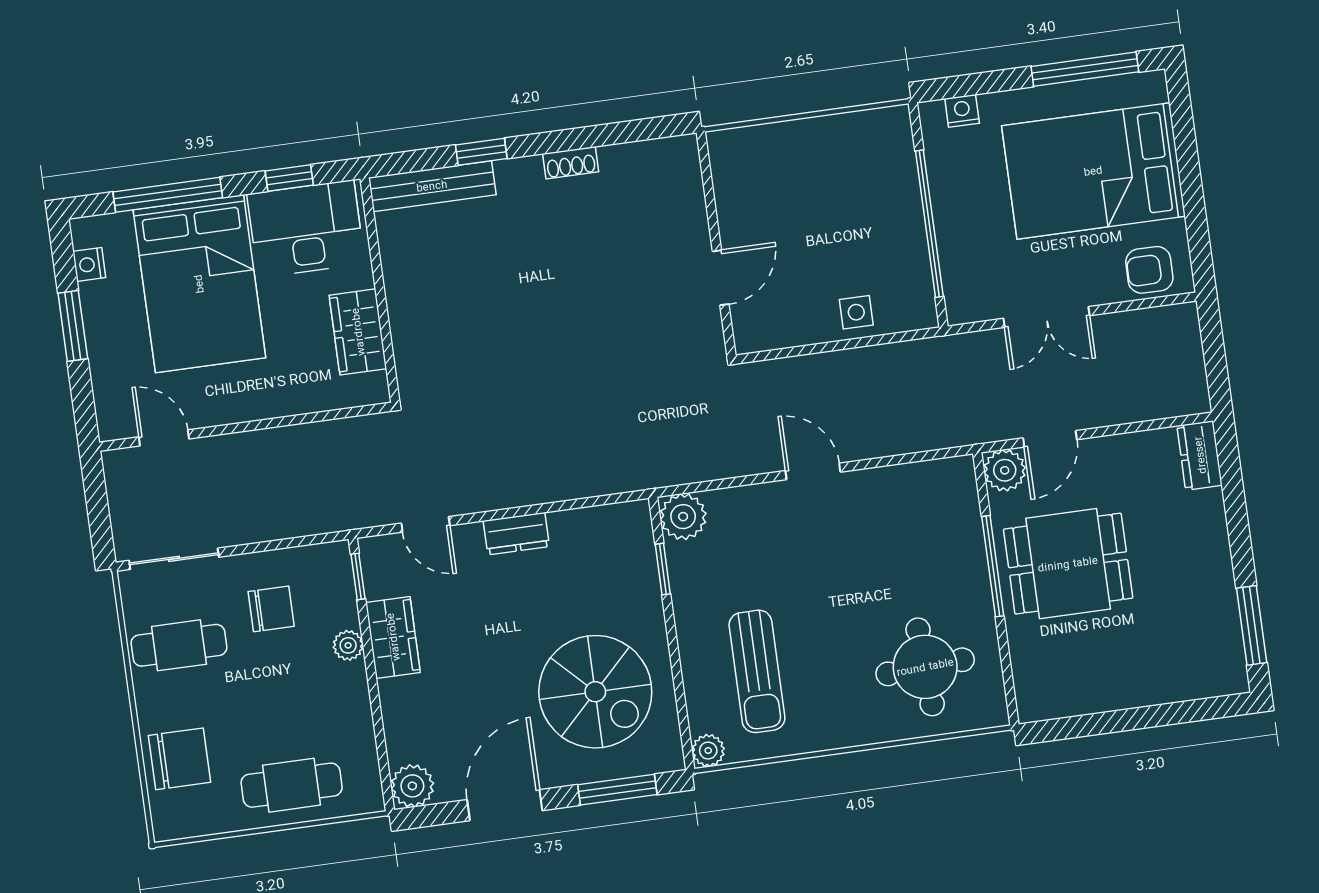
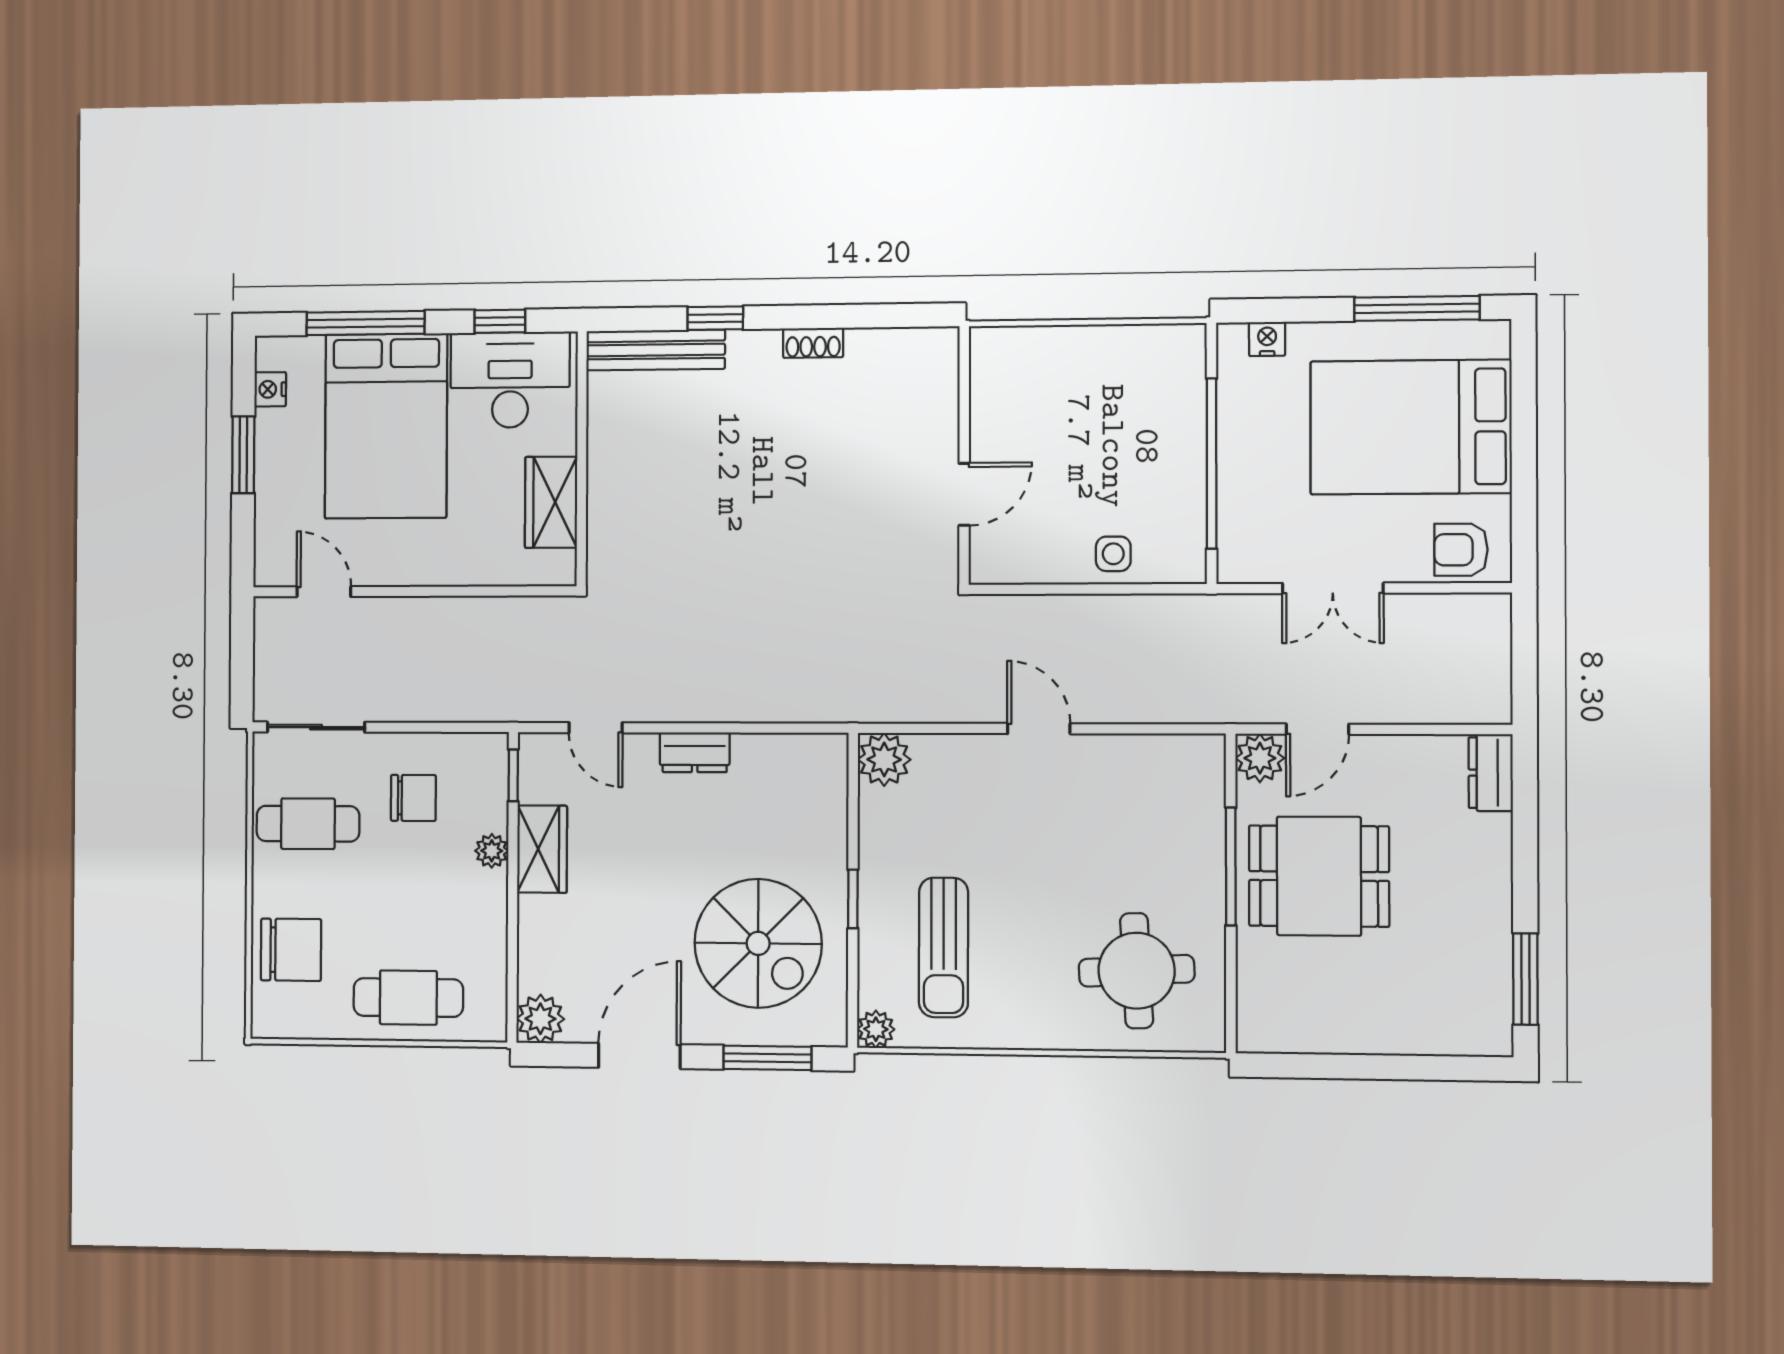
window: (663, 569) -> (853, 899), moved

